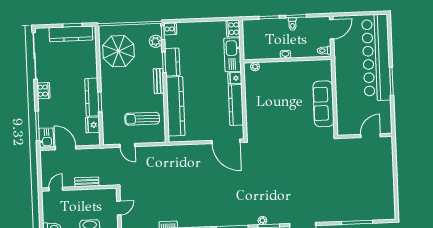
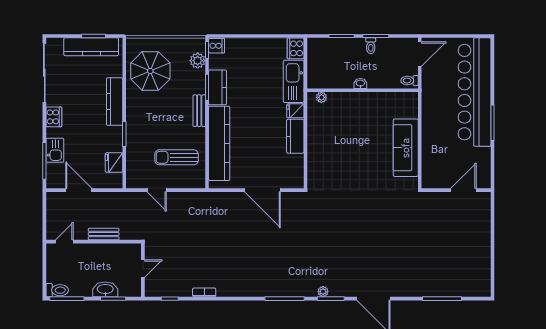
kitchen counter: (92, 97) -> (115, 102), moved
kitchen counter: (236, 105) -> (295, 136), width x0.67
kitchen sink: (46, 138) -> (55, 150), moved
door: (226, 141) -> (263, 190), moved

